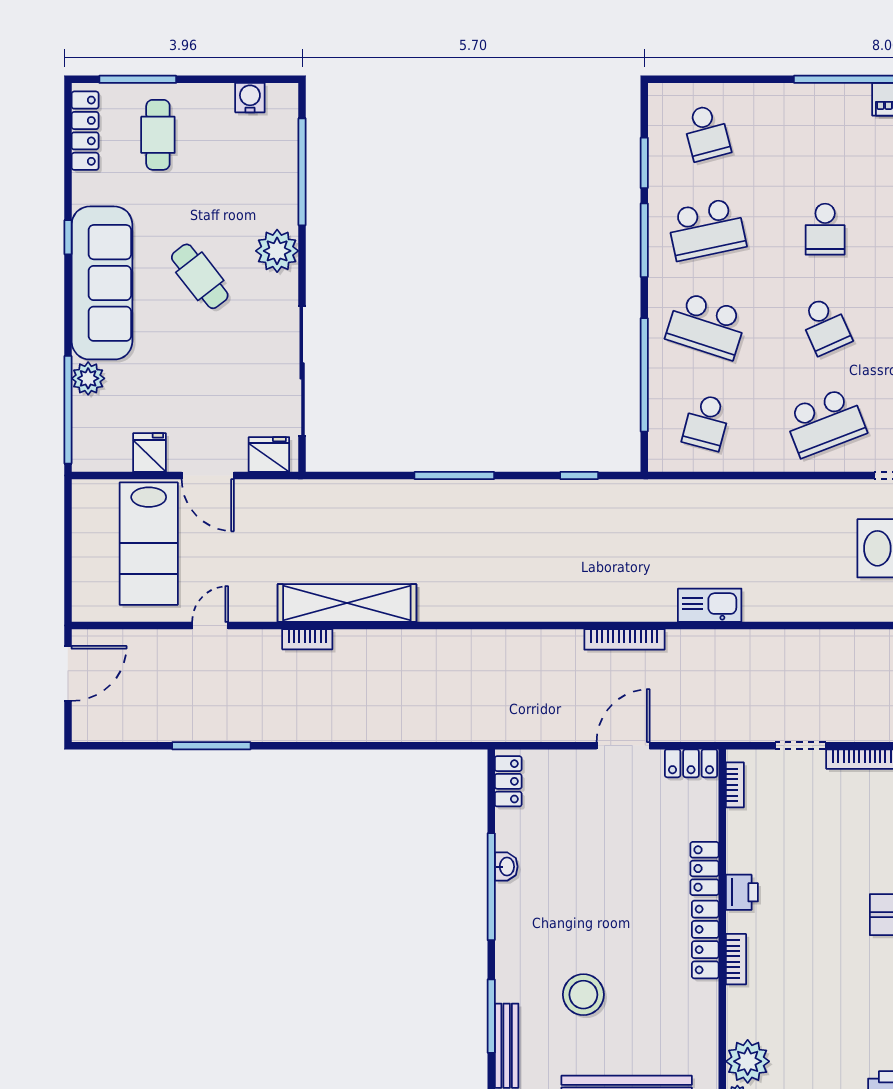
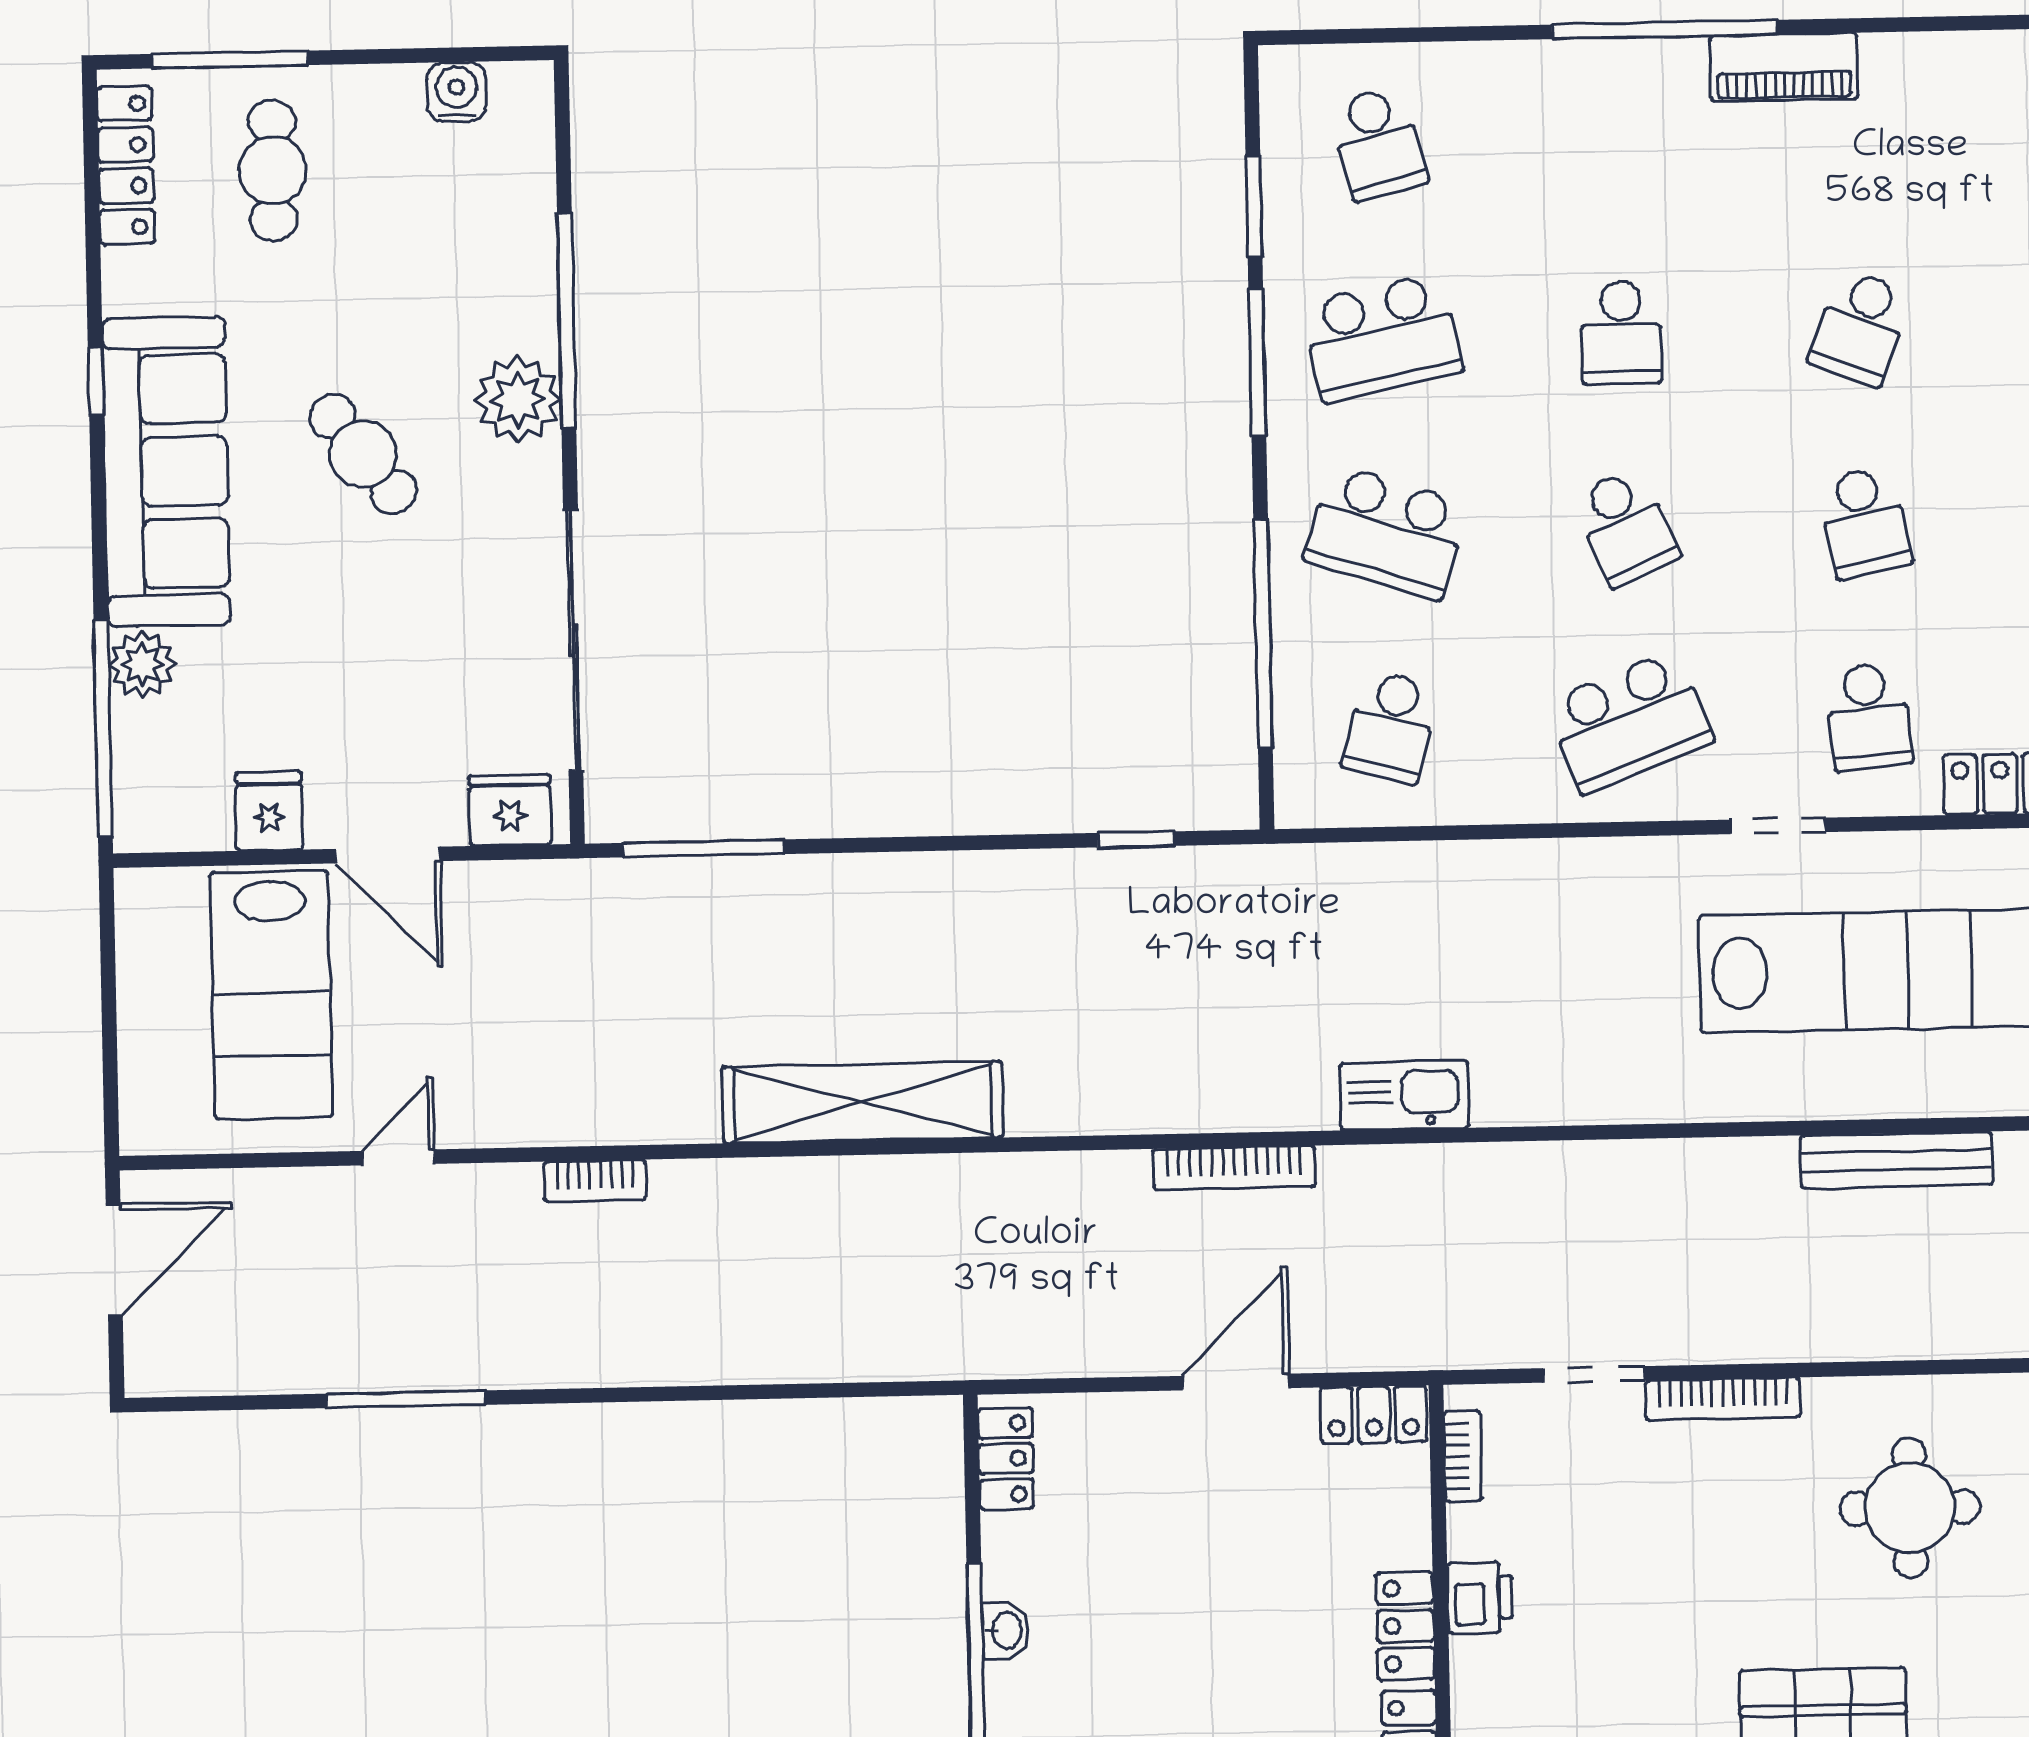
window: (302, 172) -> (567, 320), moved
window: (454, 476) -> (703, 848), moved
shelving: (347, 603) -> (862, 1102), moved
printer: (742, 892) -> (1480, 1598), moved

